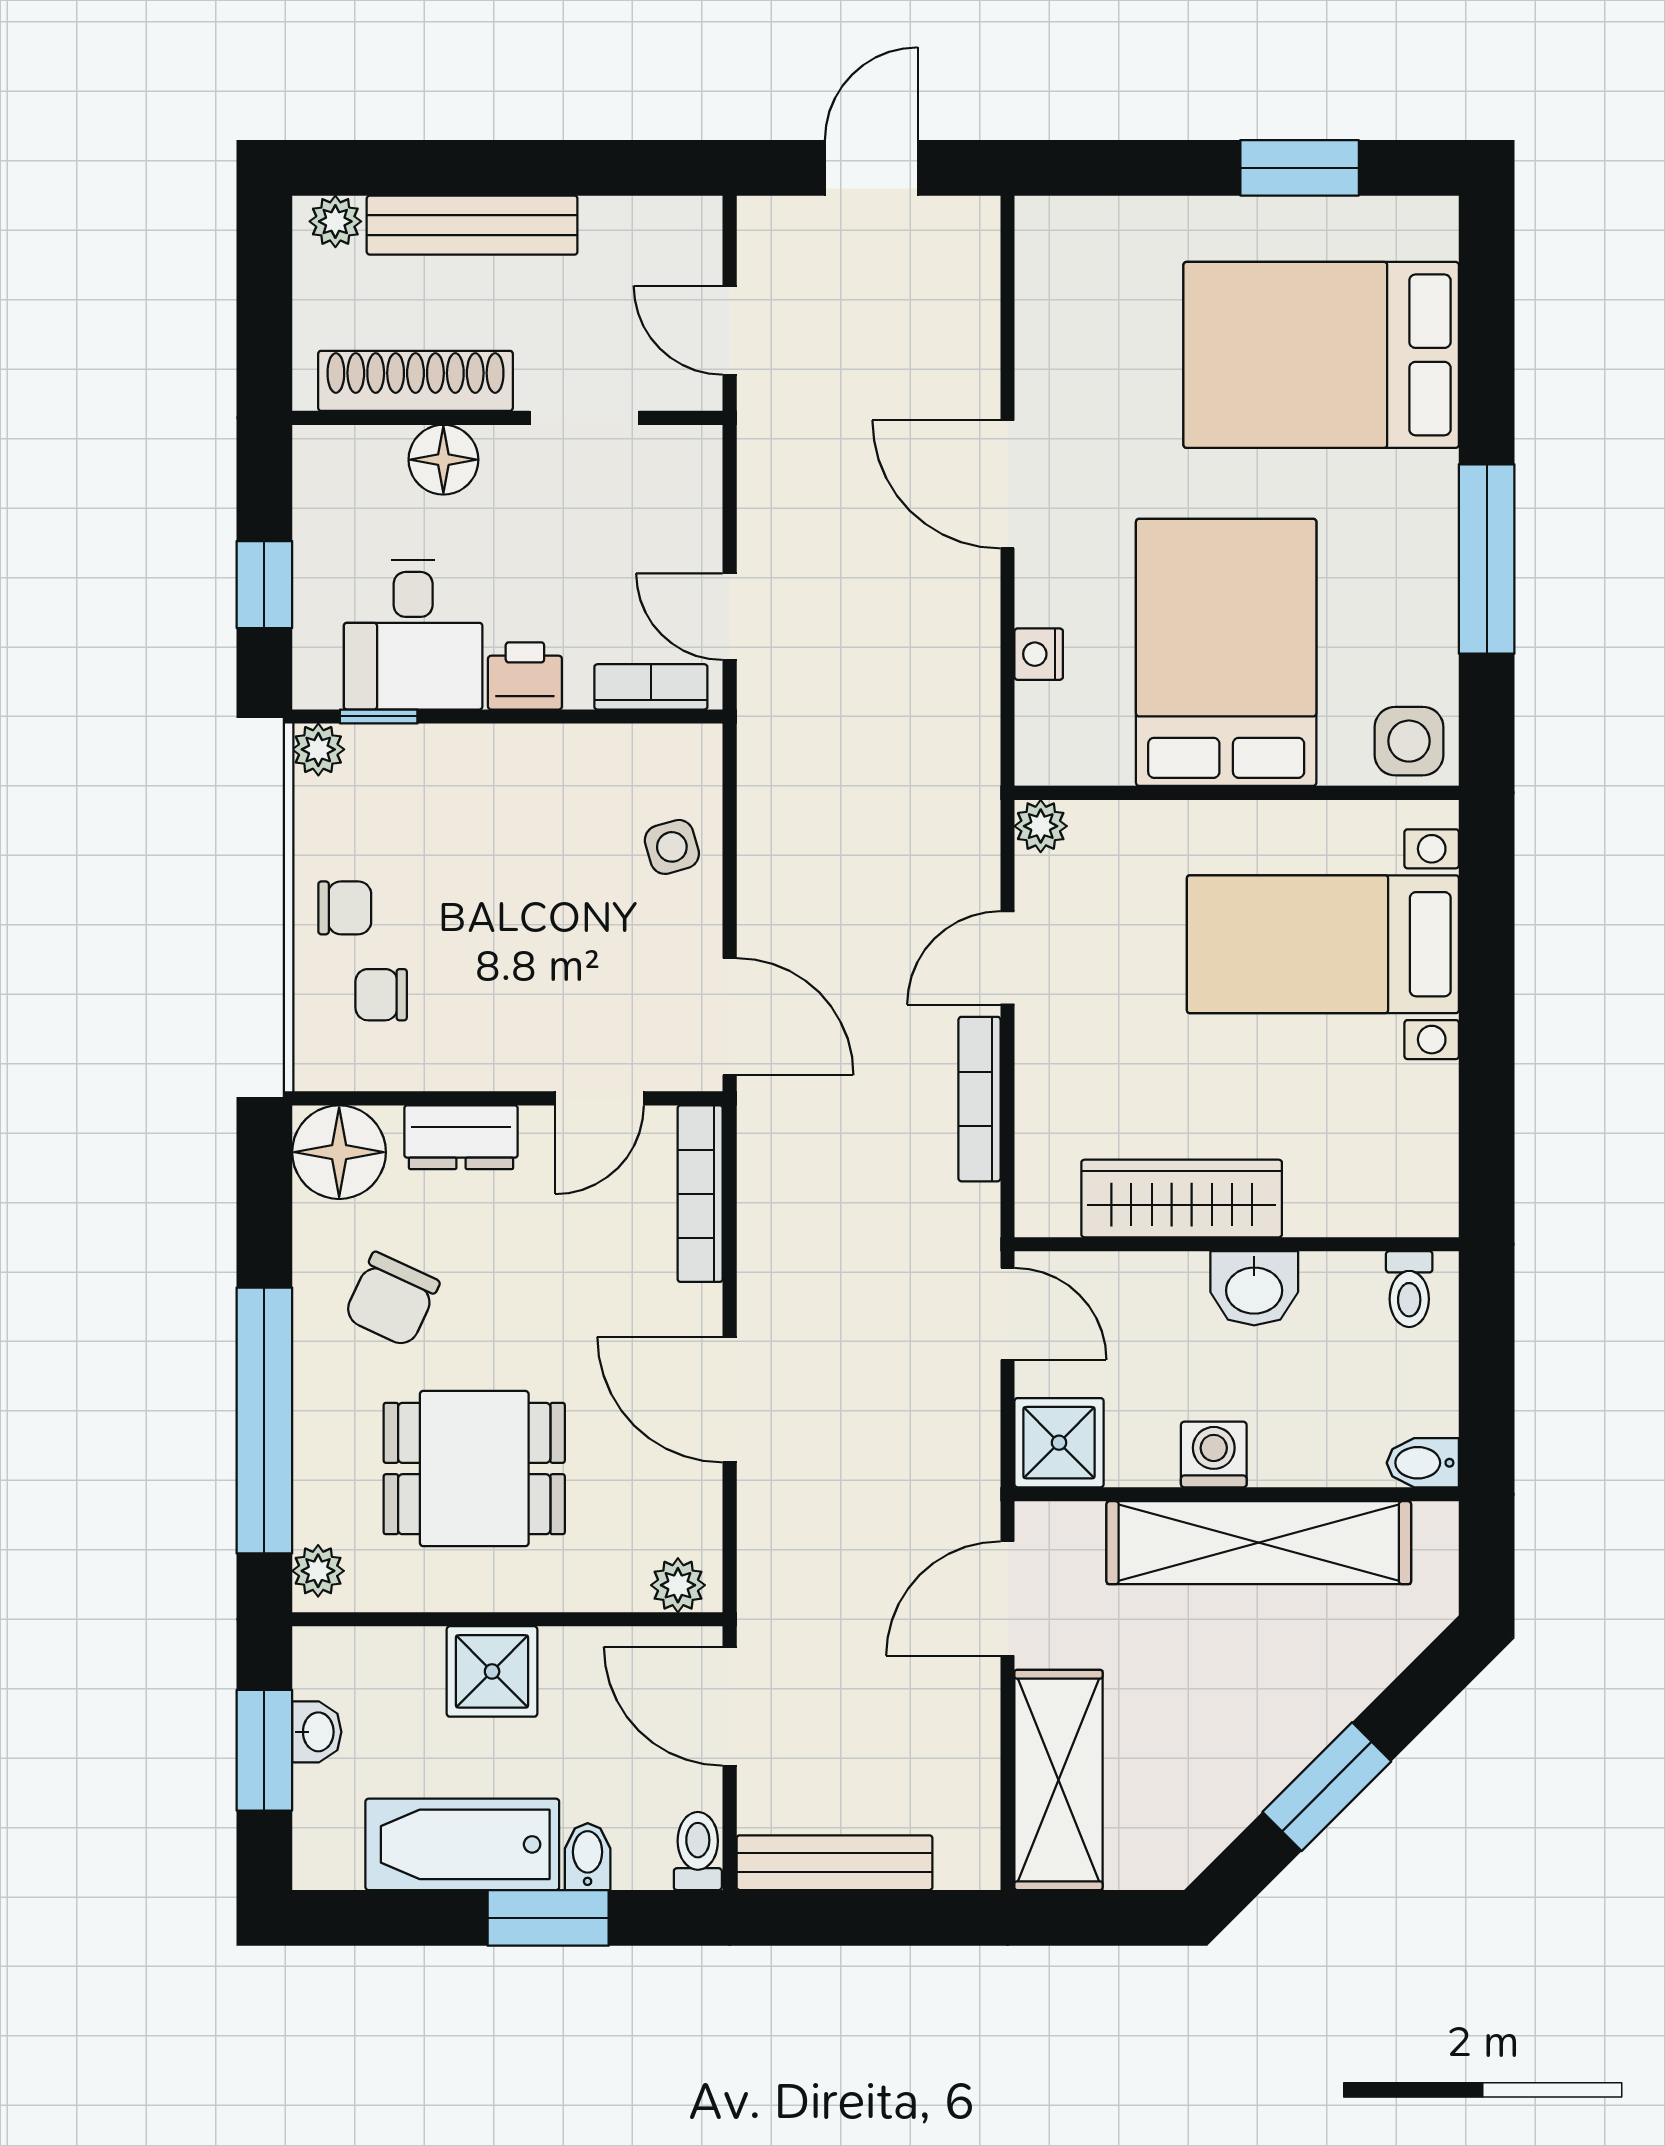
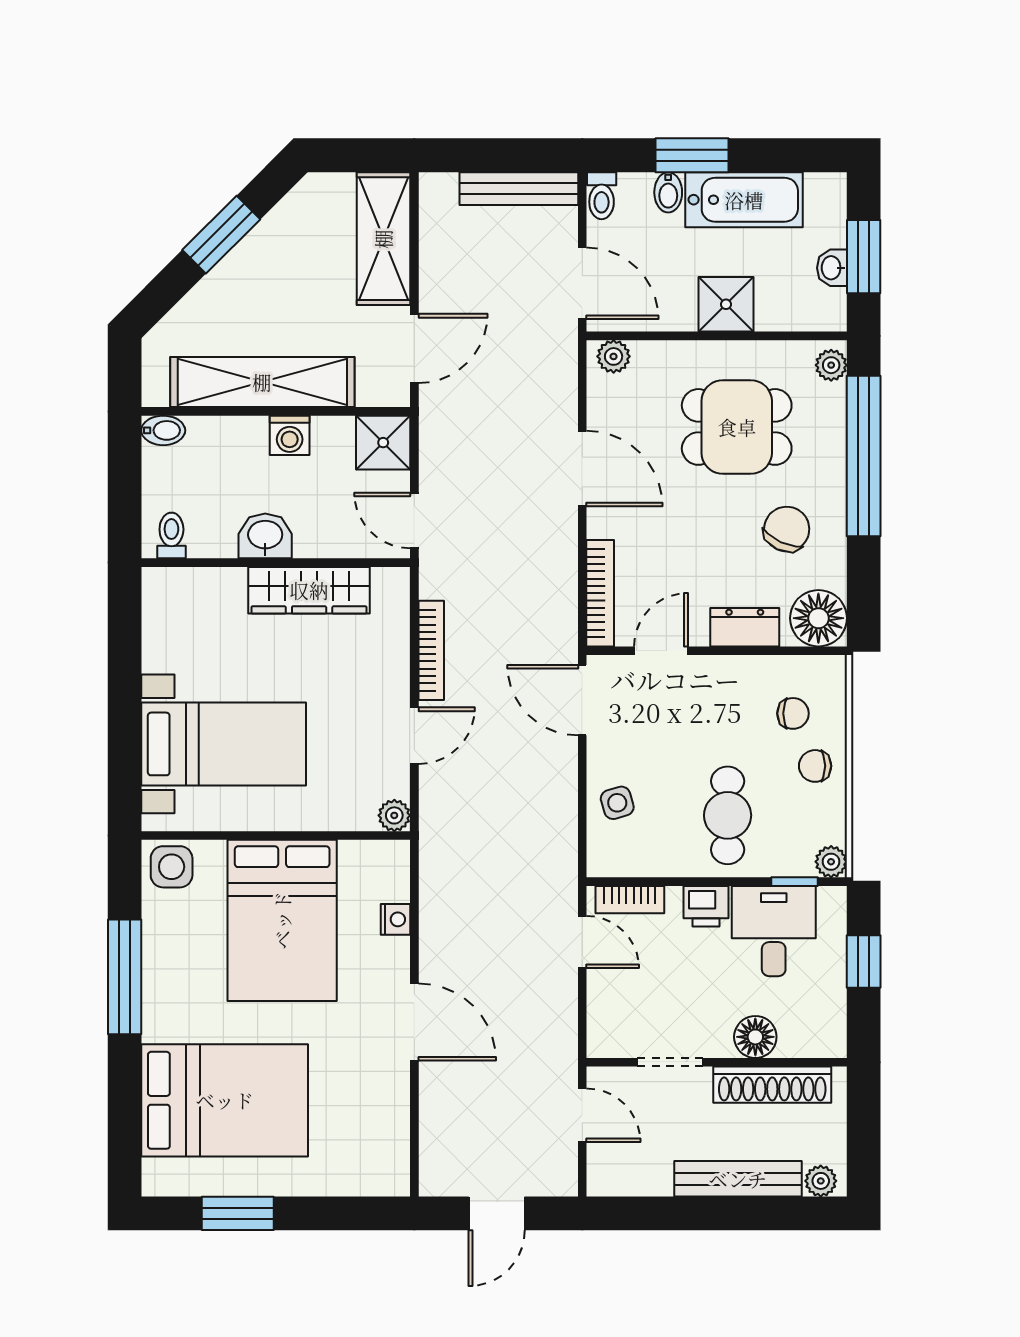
cafe table: (489, 826) -> (728, 815), added

